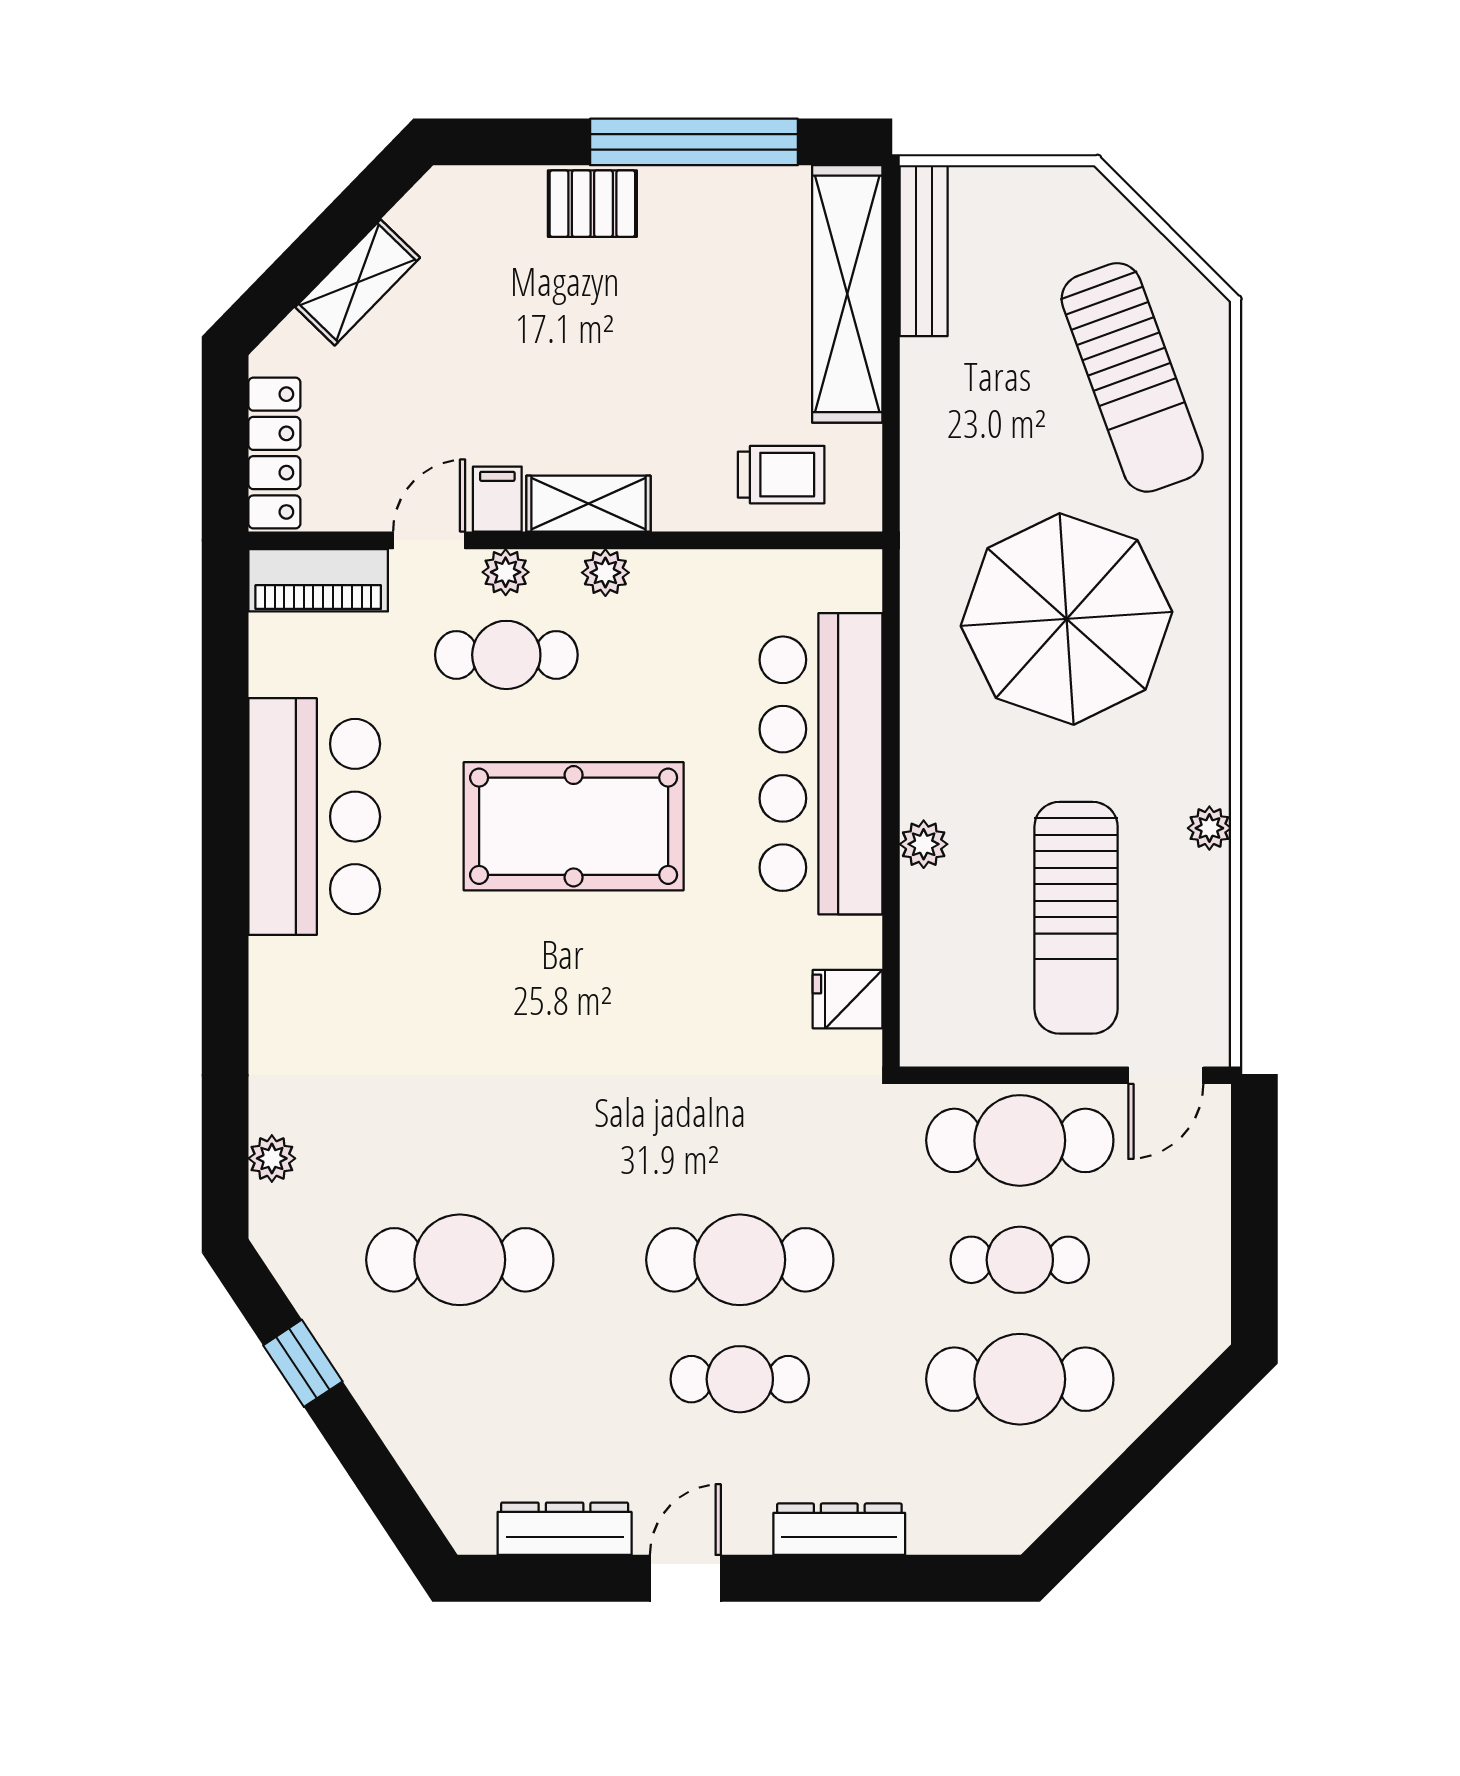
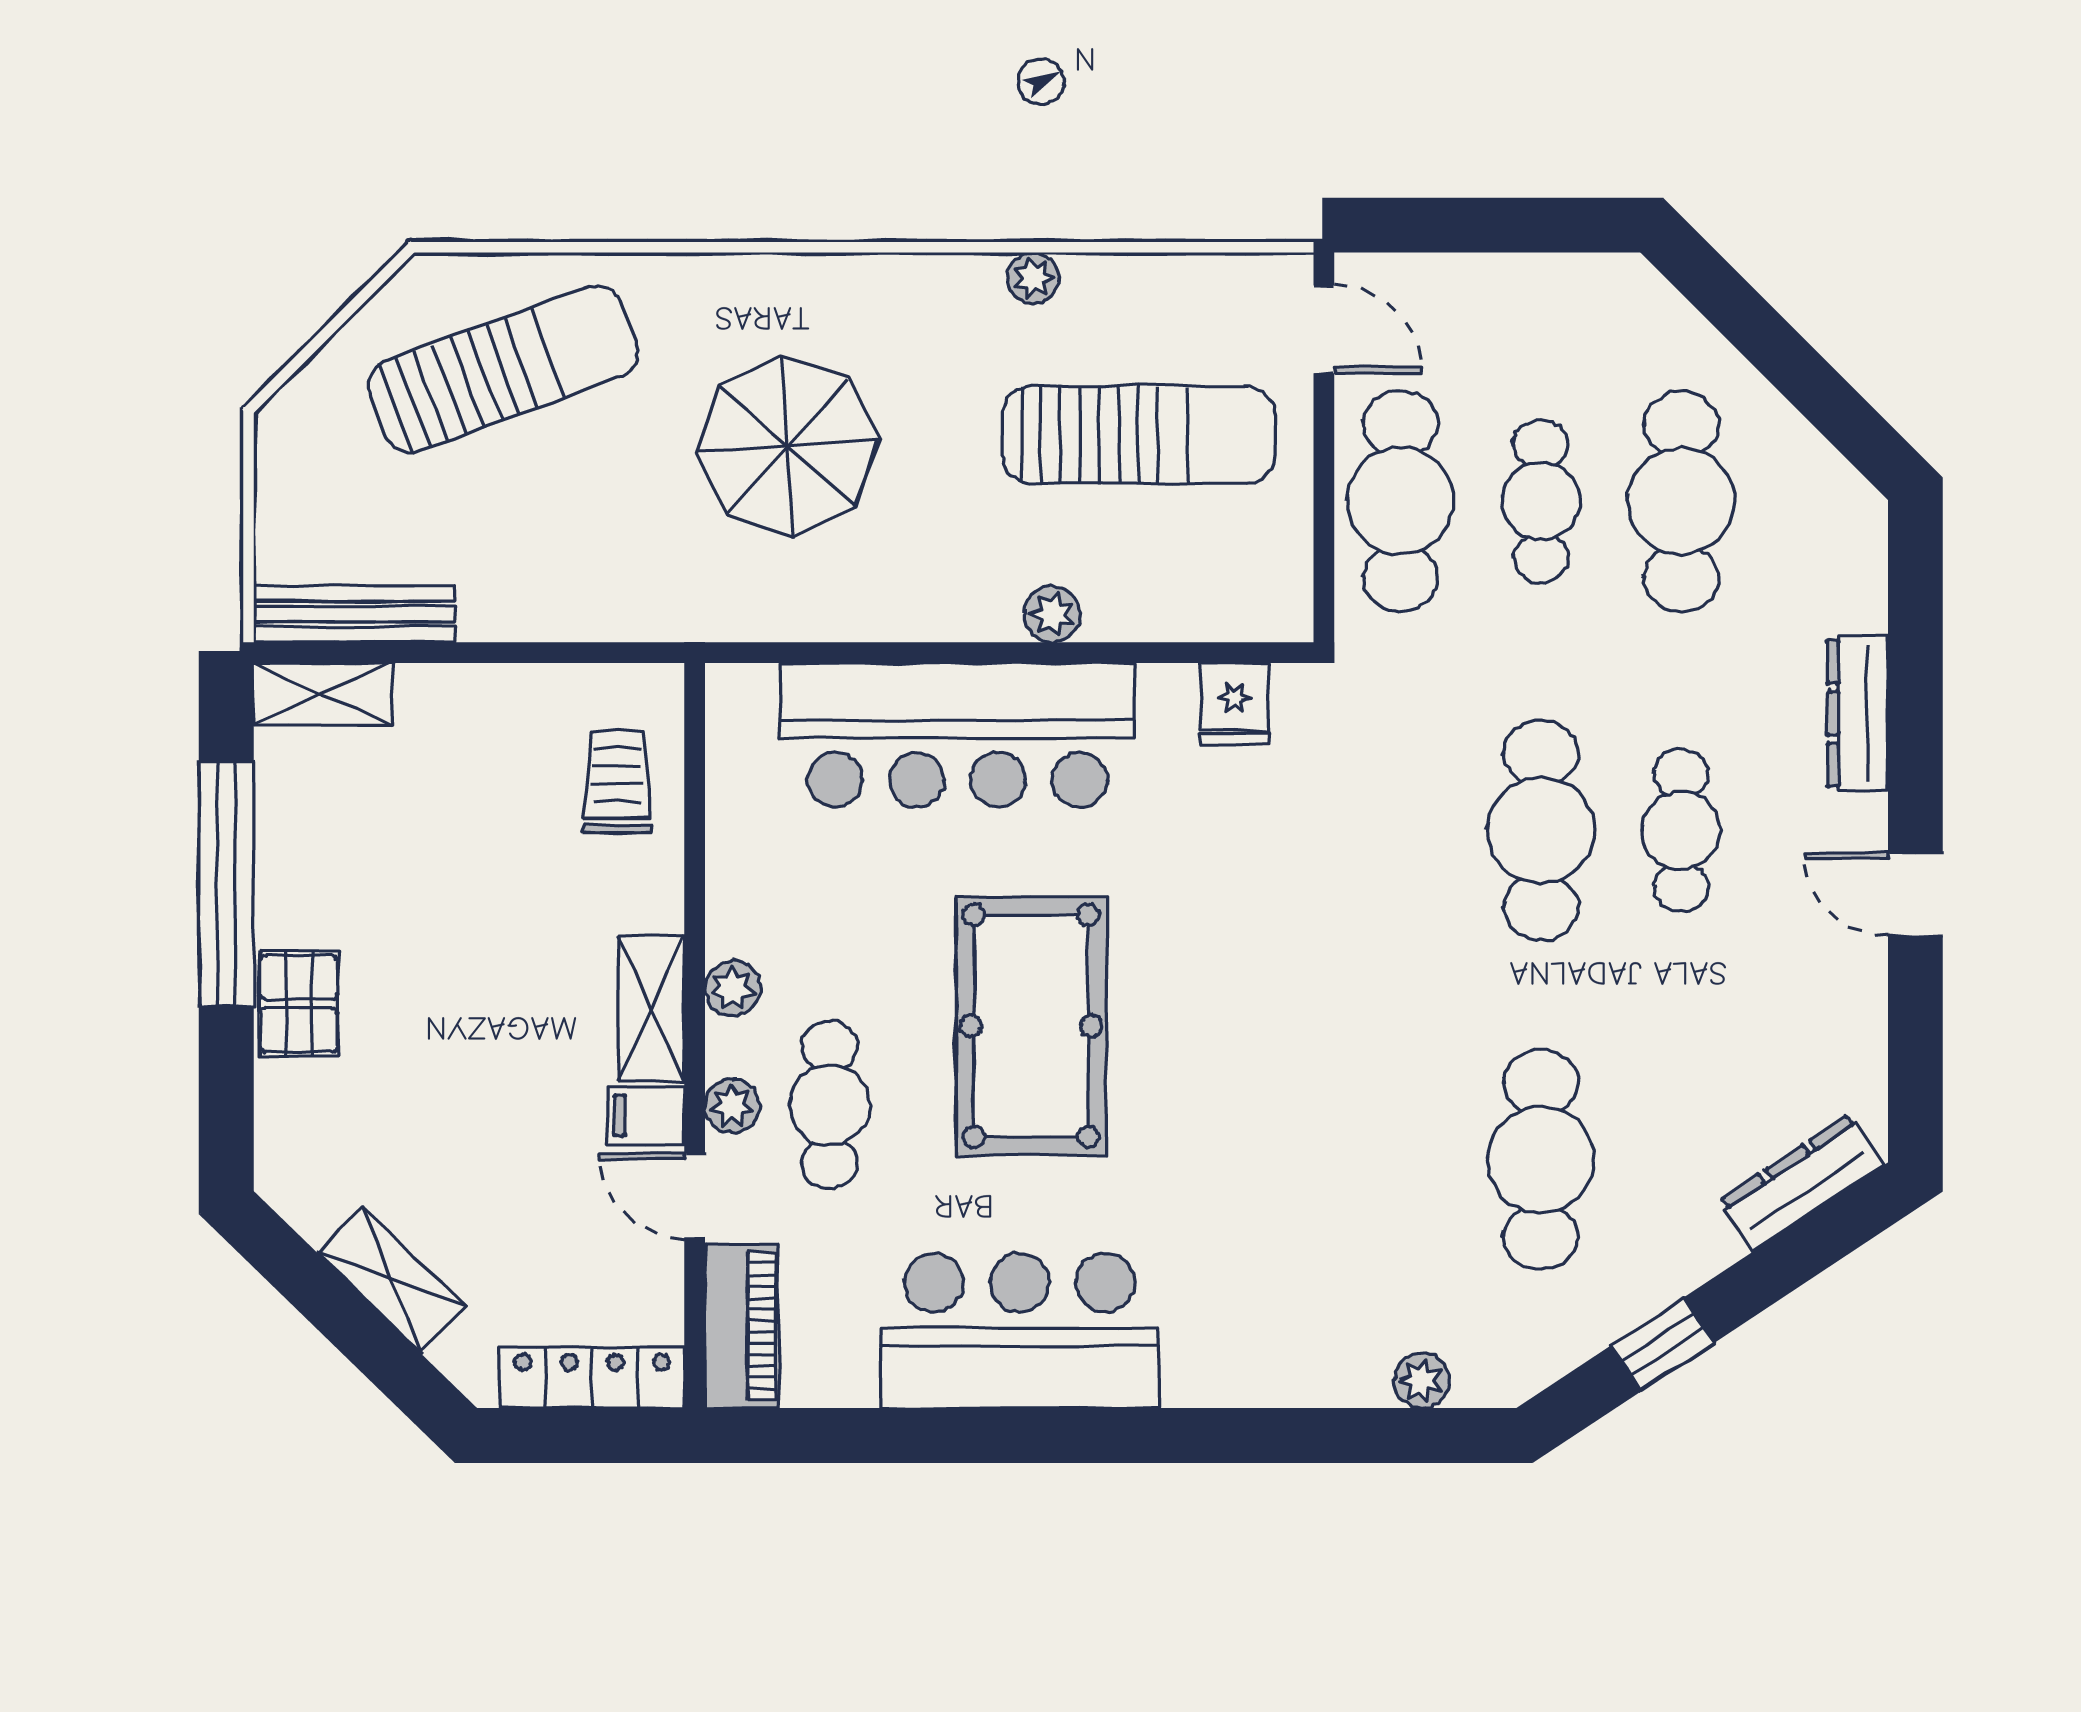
shelving: (847, 294) -> (322, 694), width x0.45, depth x0.75
parasol: (1067, 619) -> (787, 446), width x0.73, depth x0.73
dresser: (565, 1529) -> (1801, 1183), moved, turned 57

